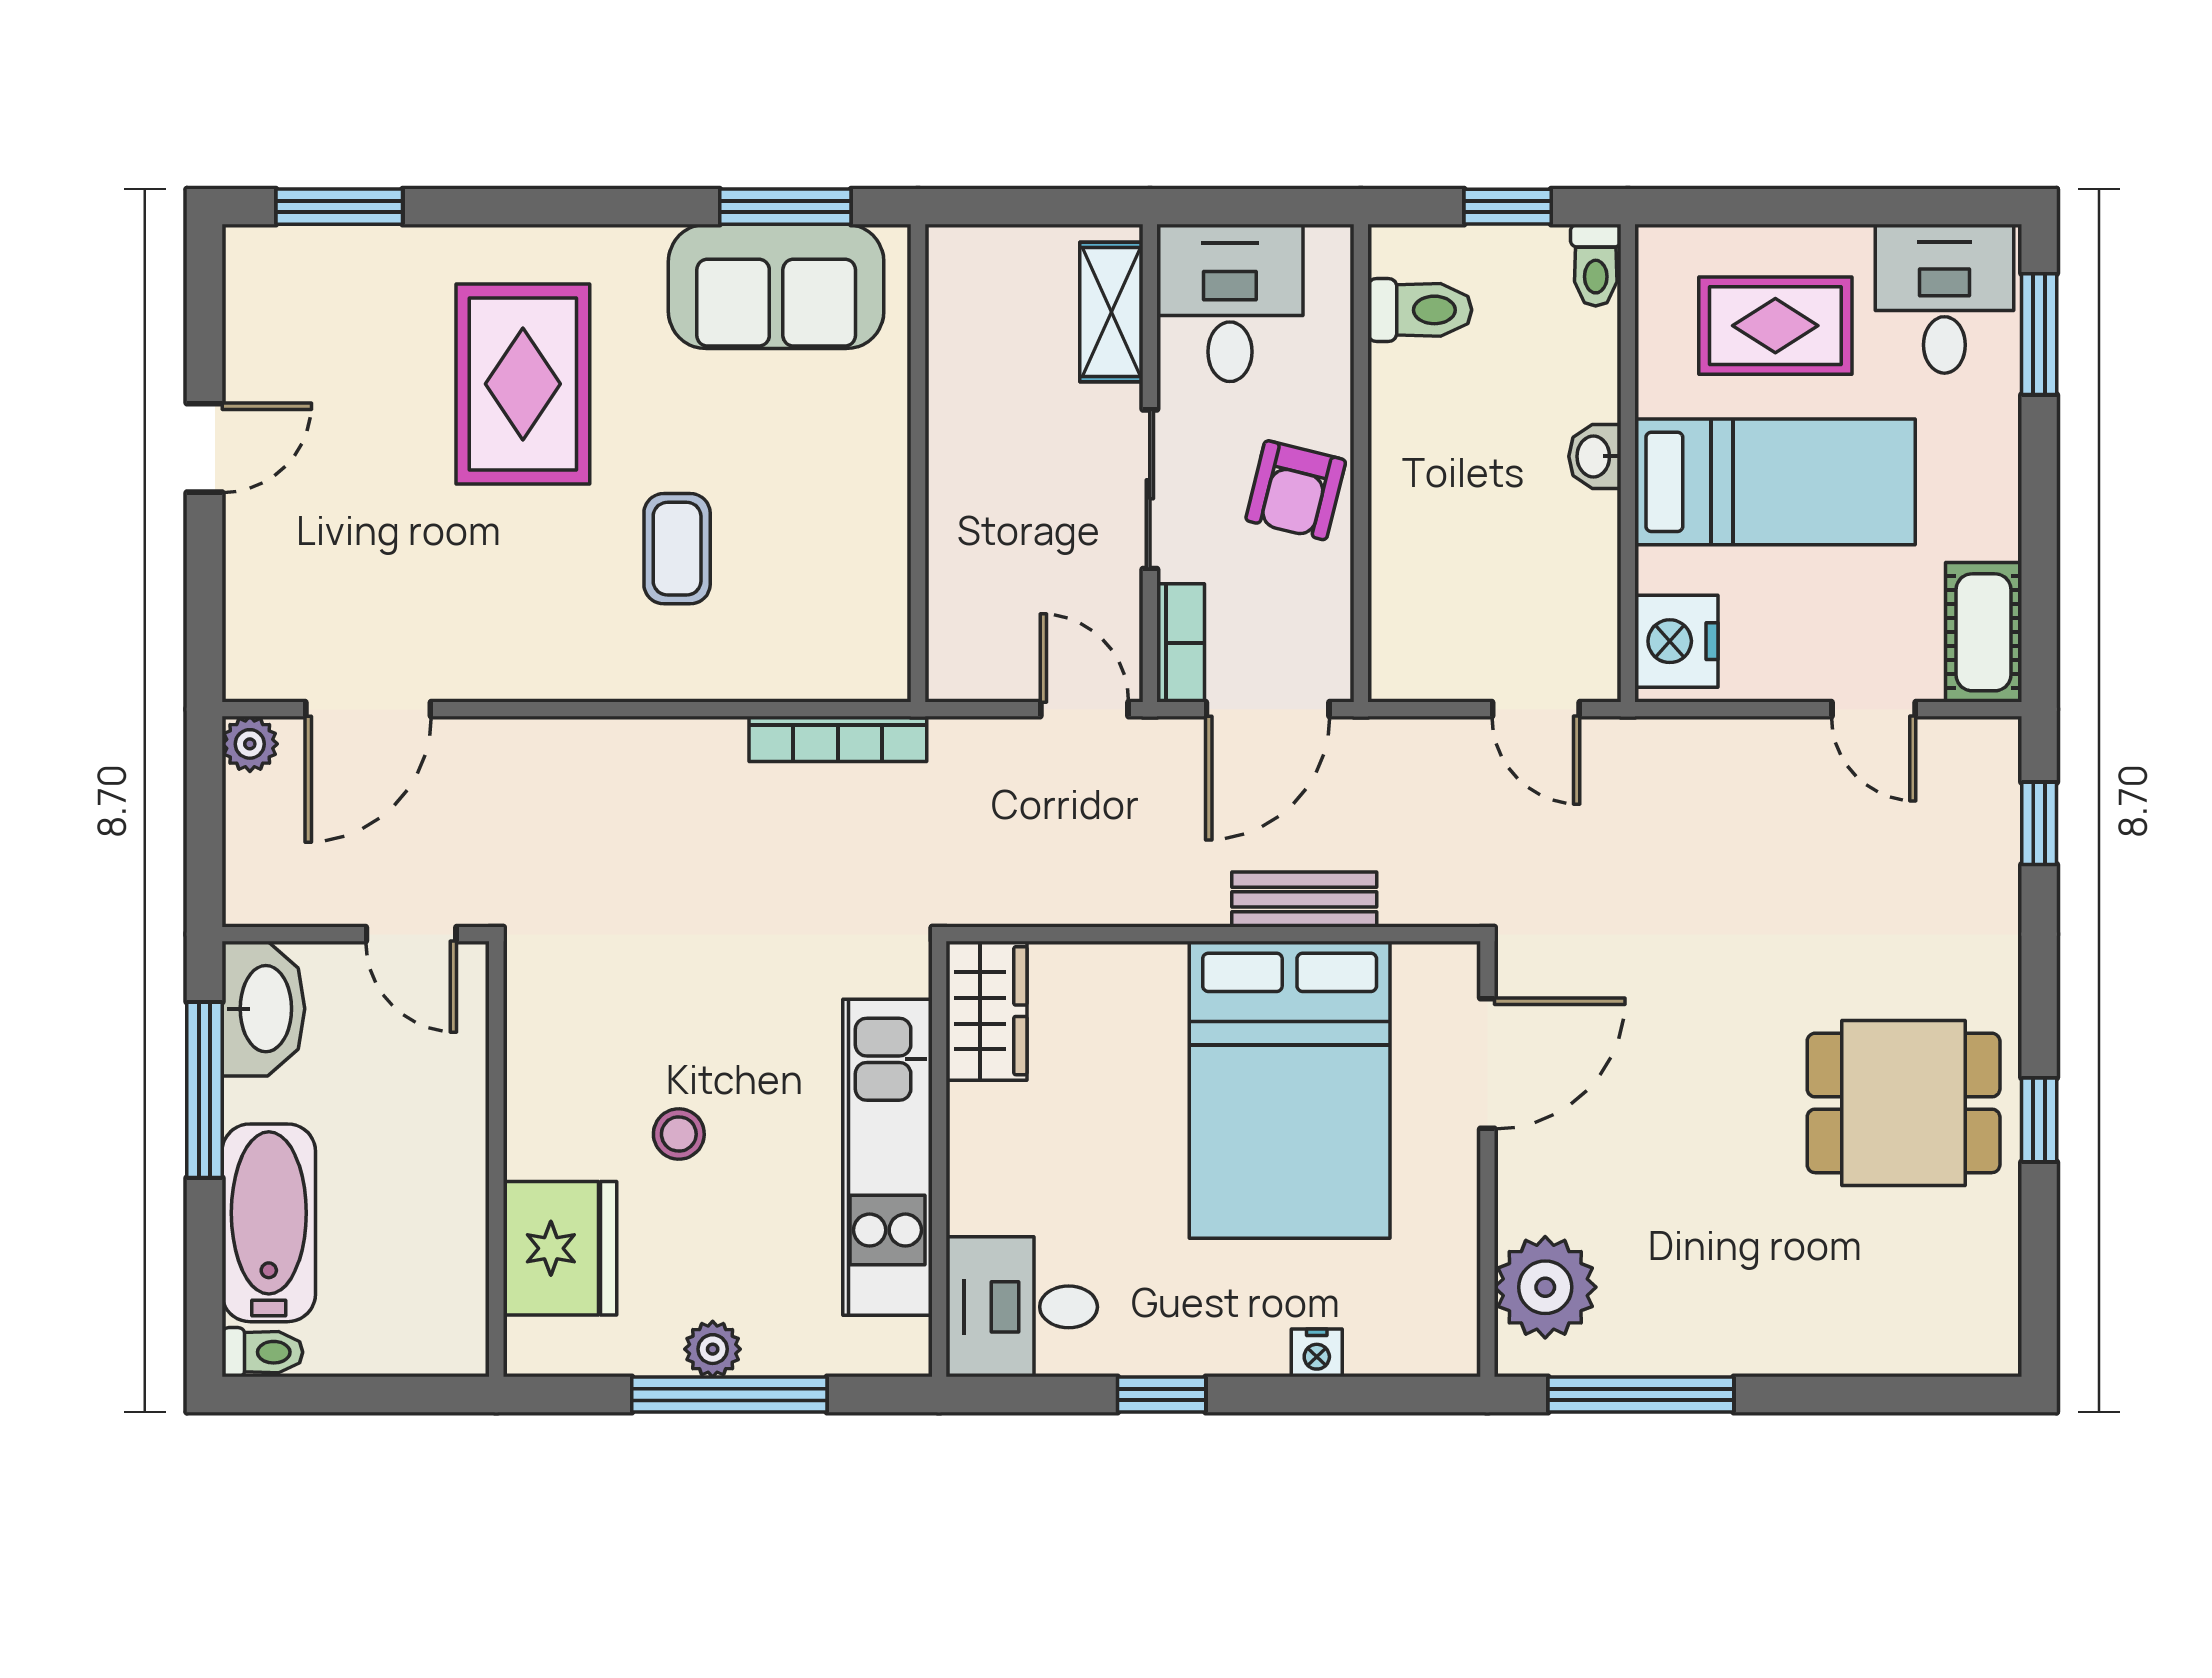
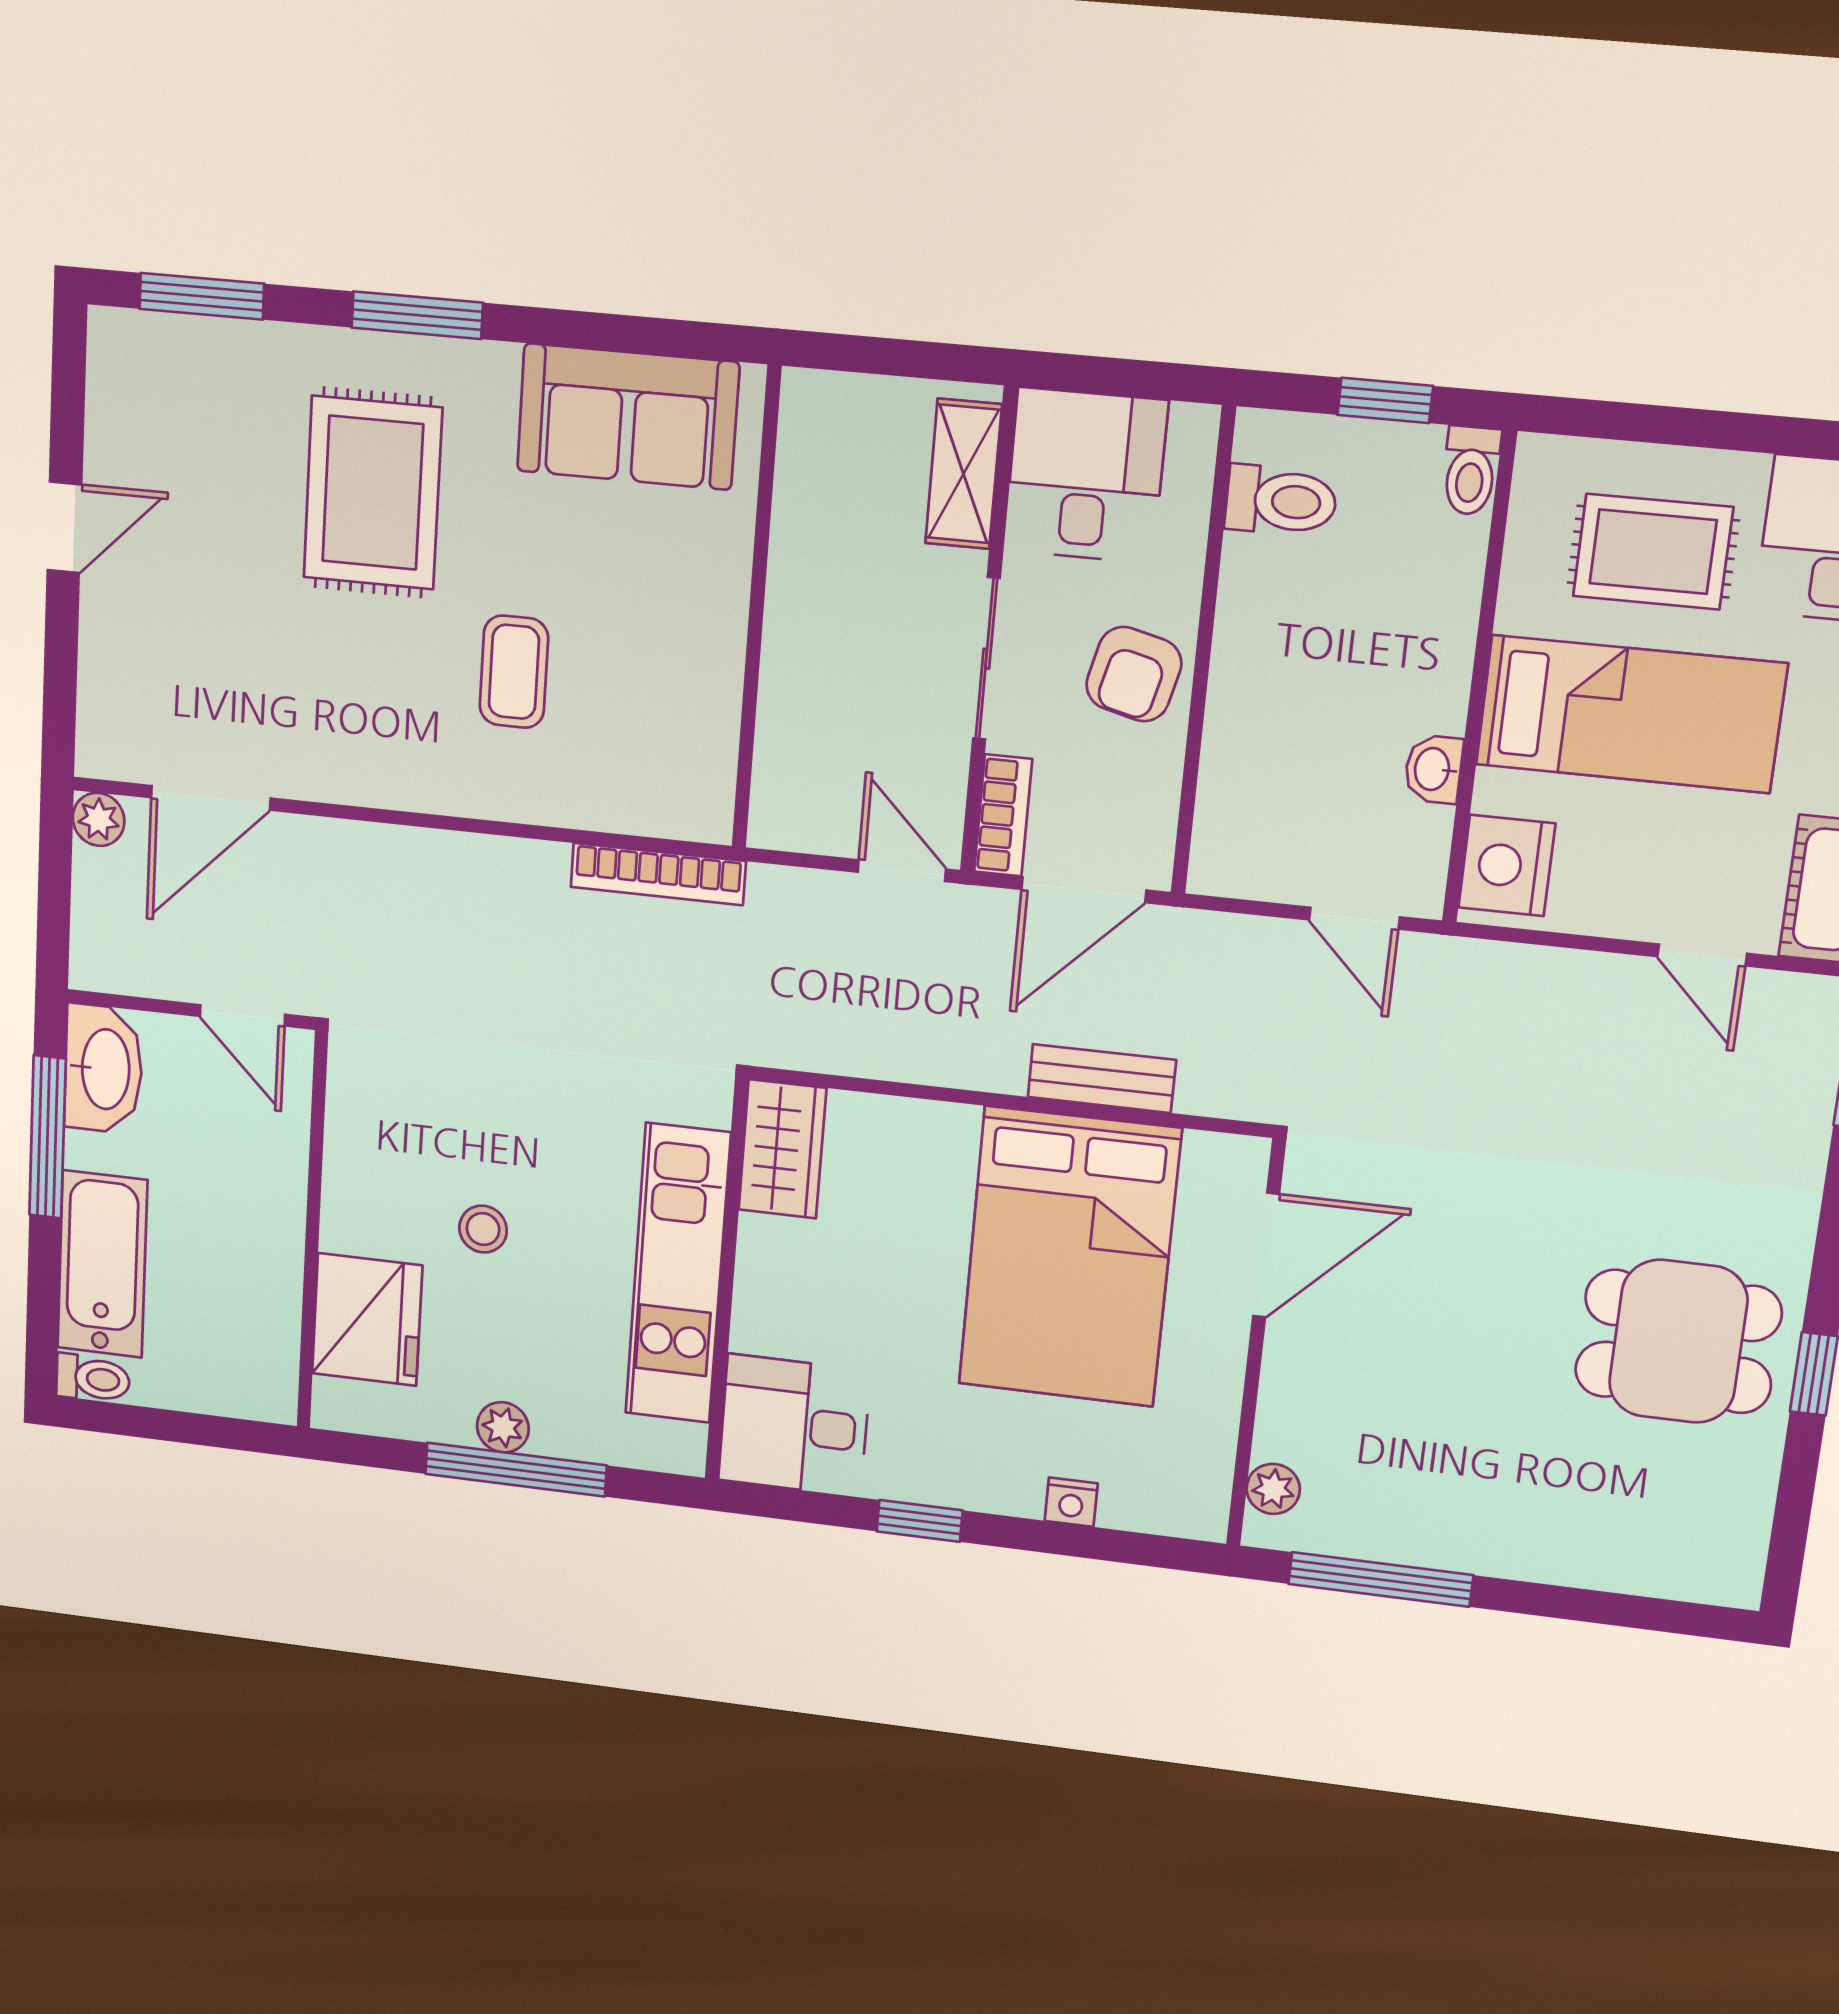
window: (785, 207) -> (417, 315), moved
washbasin: (1595, 456) -> (1434, 769), moved
plant: (1545, 1287) -> (1273, 1489), width x0.53, depth x0.53

